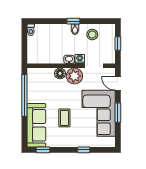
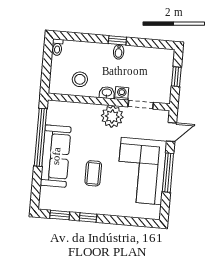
stool: (92, 34) -> (80, 79), moved
floor lamp: (60, 73) -> (93, 111), removed
door: (118, 83) -> (172, 132), swing flipped
window: (118, 113) -> (168, 173), width x1.44
sofa: (36, 125) -> (56, 156), moved
window: (84, 150) -> (88, 218), moved

